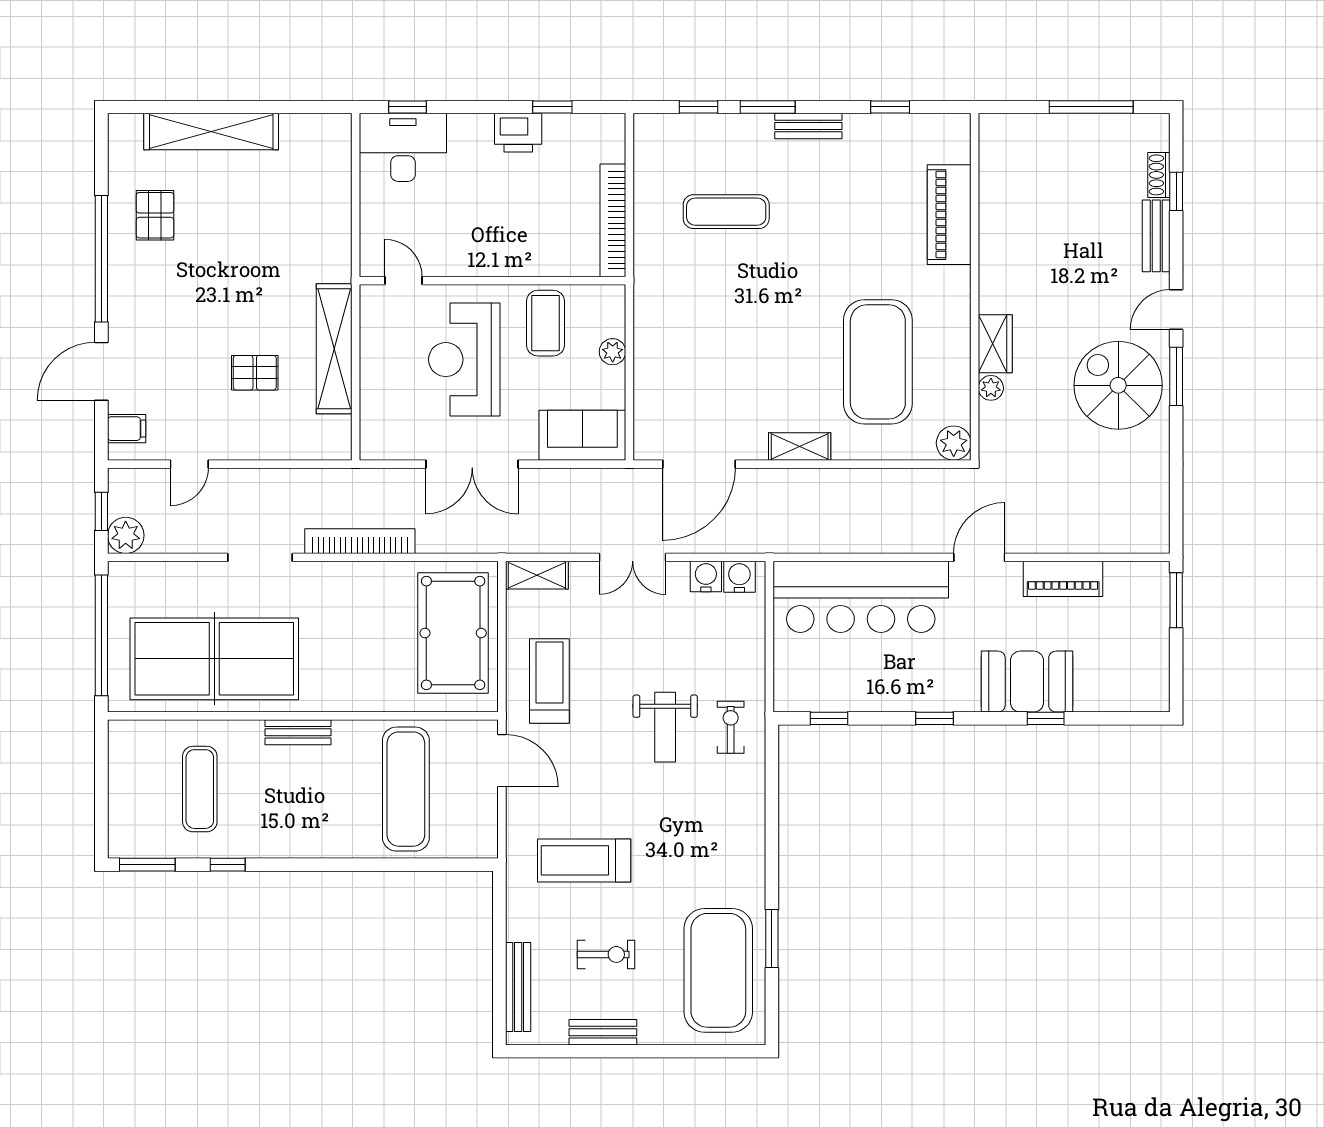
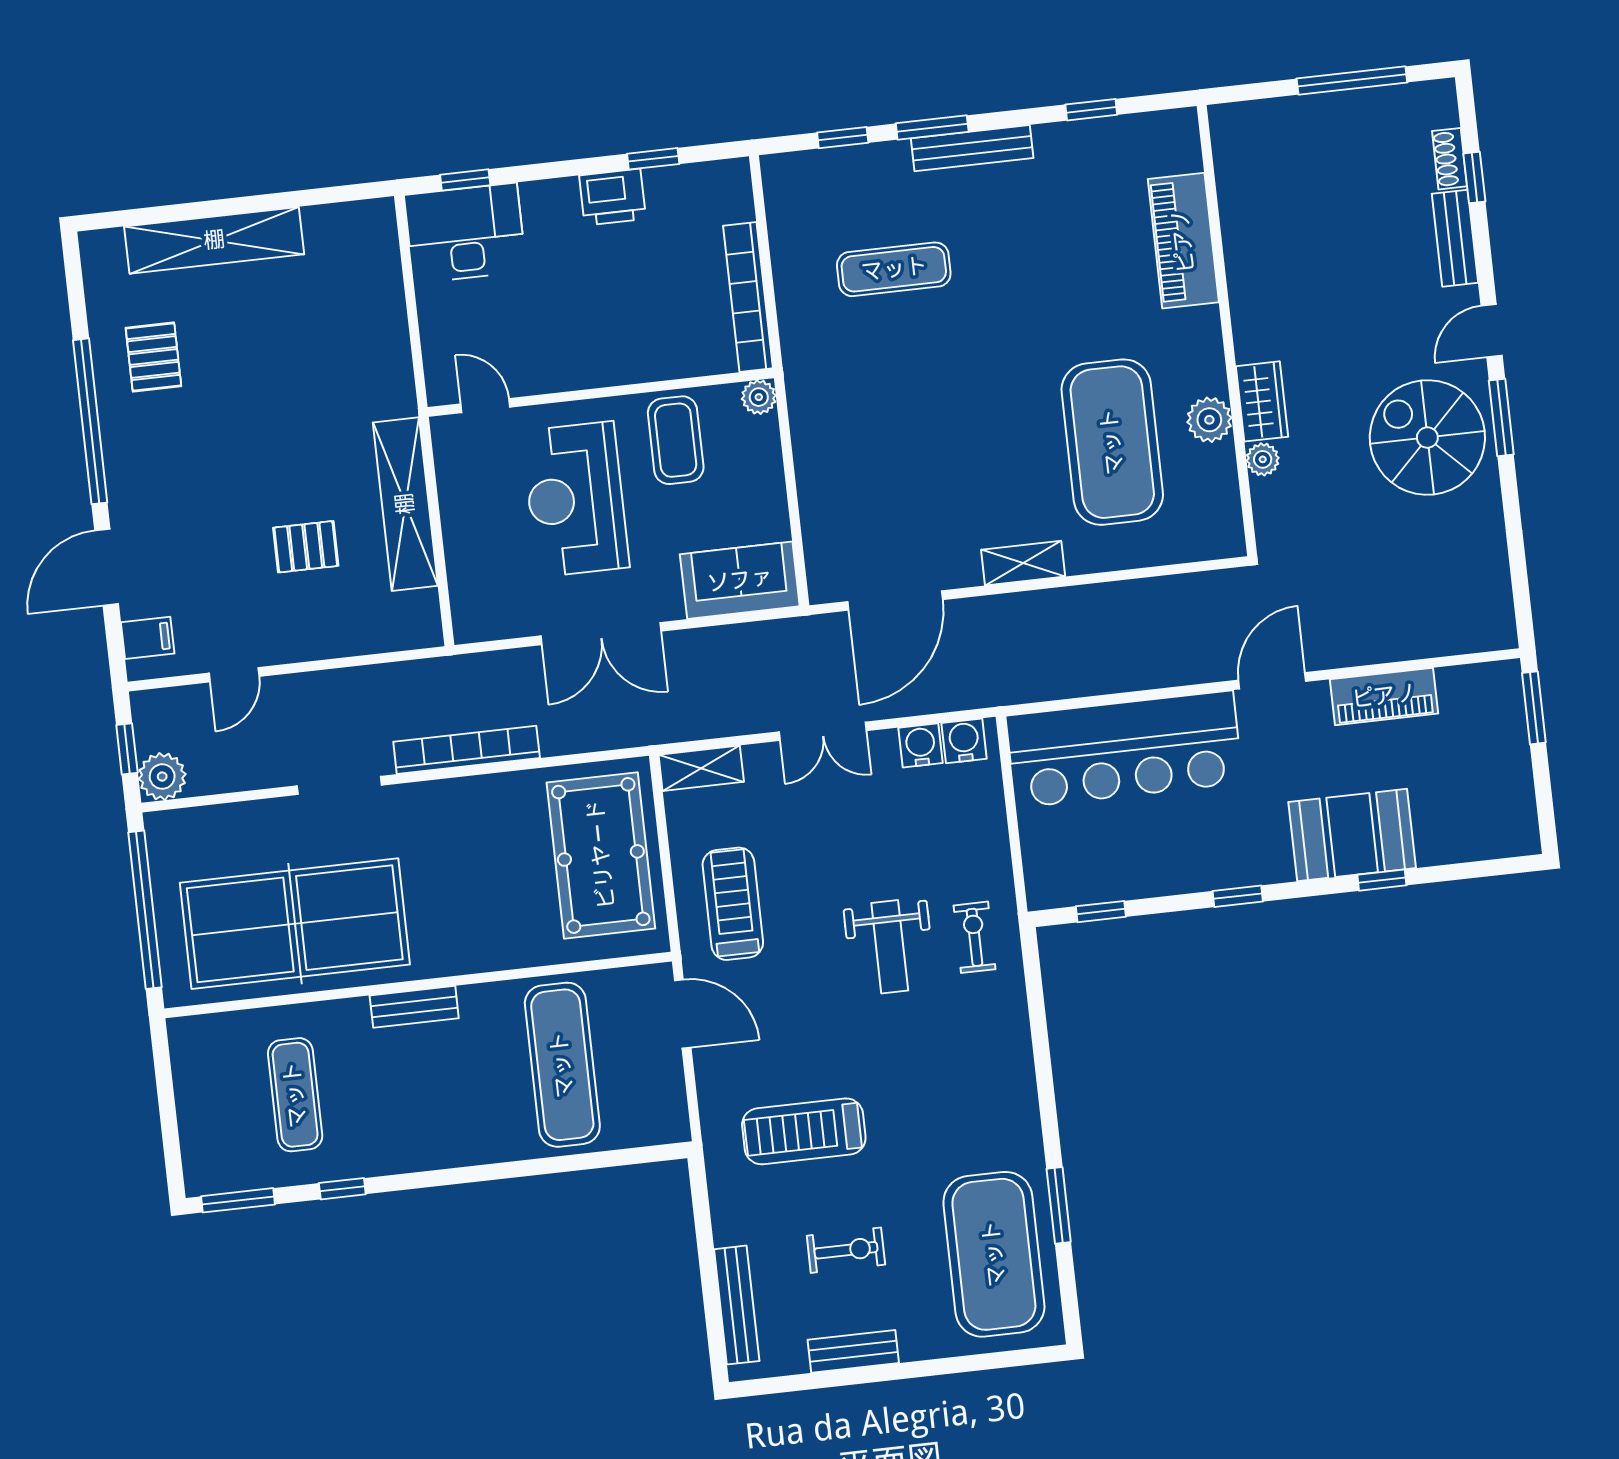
bench: (808, 126) -> (972, 148), width x1.36
plant: (613, 352) -> (759, 397), moved
plant: (954, 443) -> (1209, 420), moved

